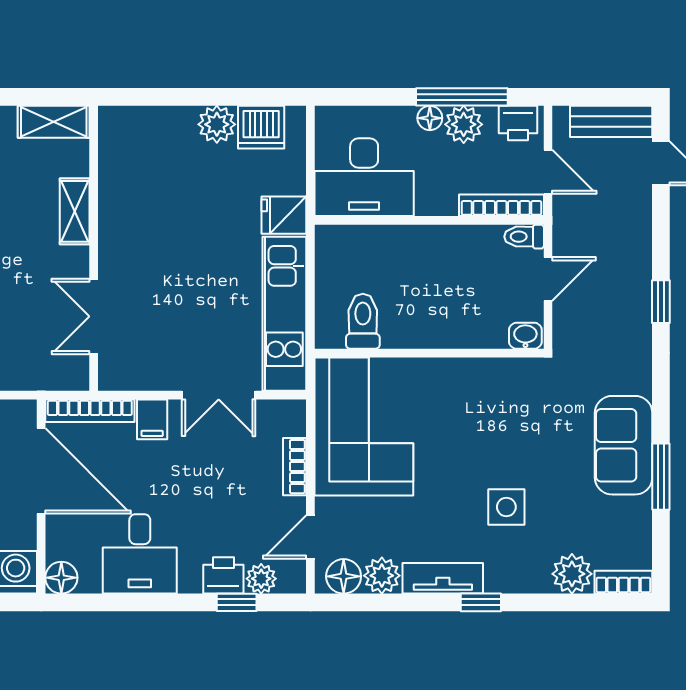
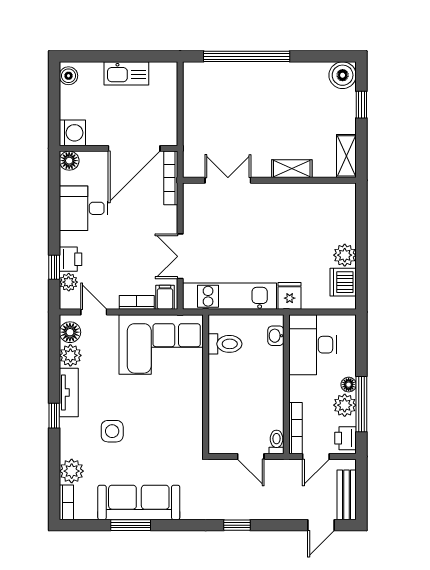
washbasin: (525, 336) -> (276, 336), moved, turned 180
filing cabinet: (152, 419) -> (165, 297), moved, turned 90
sofa: (624, 445) -> (139, 502), width x1.36

